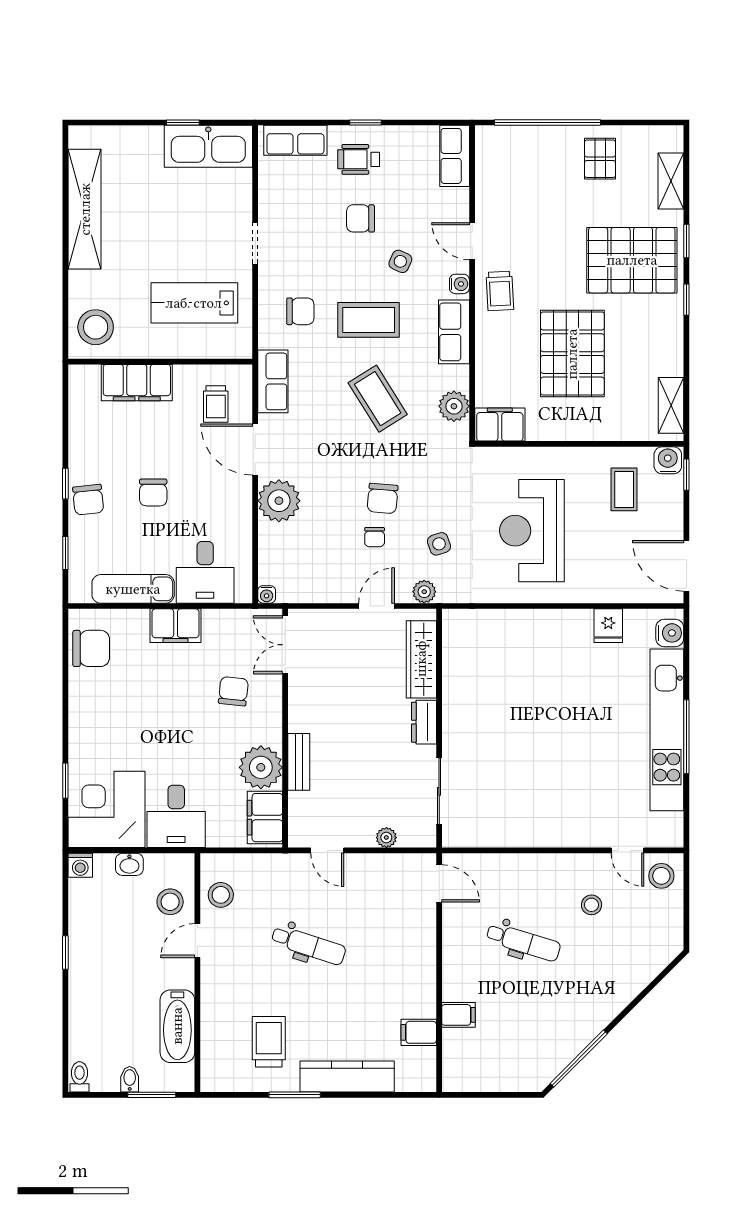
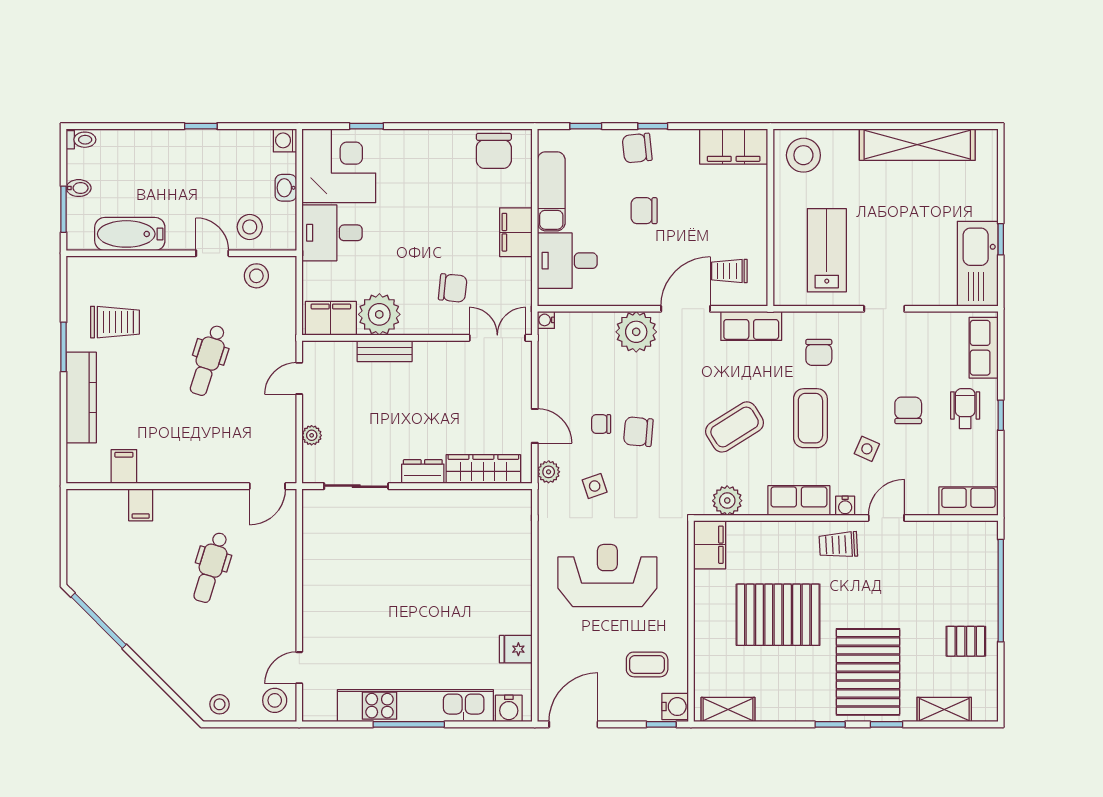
filing cabinet: (137, 383) -> (734, 146), moved, turned -90
stool: (592, 905) -> (220, 704), moved

